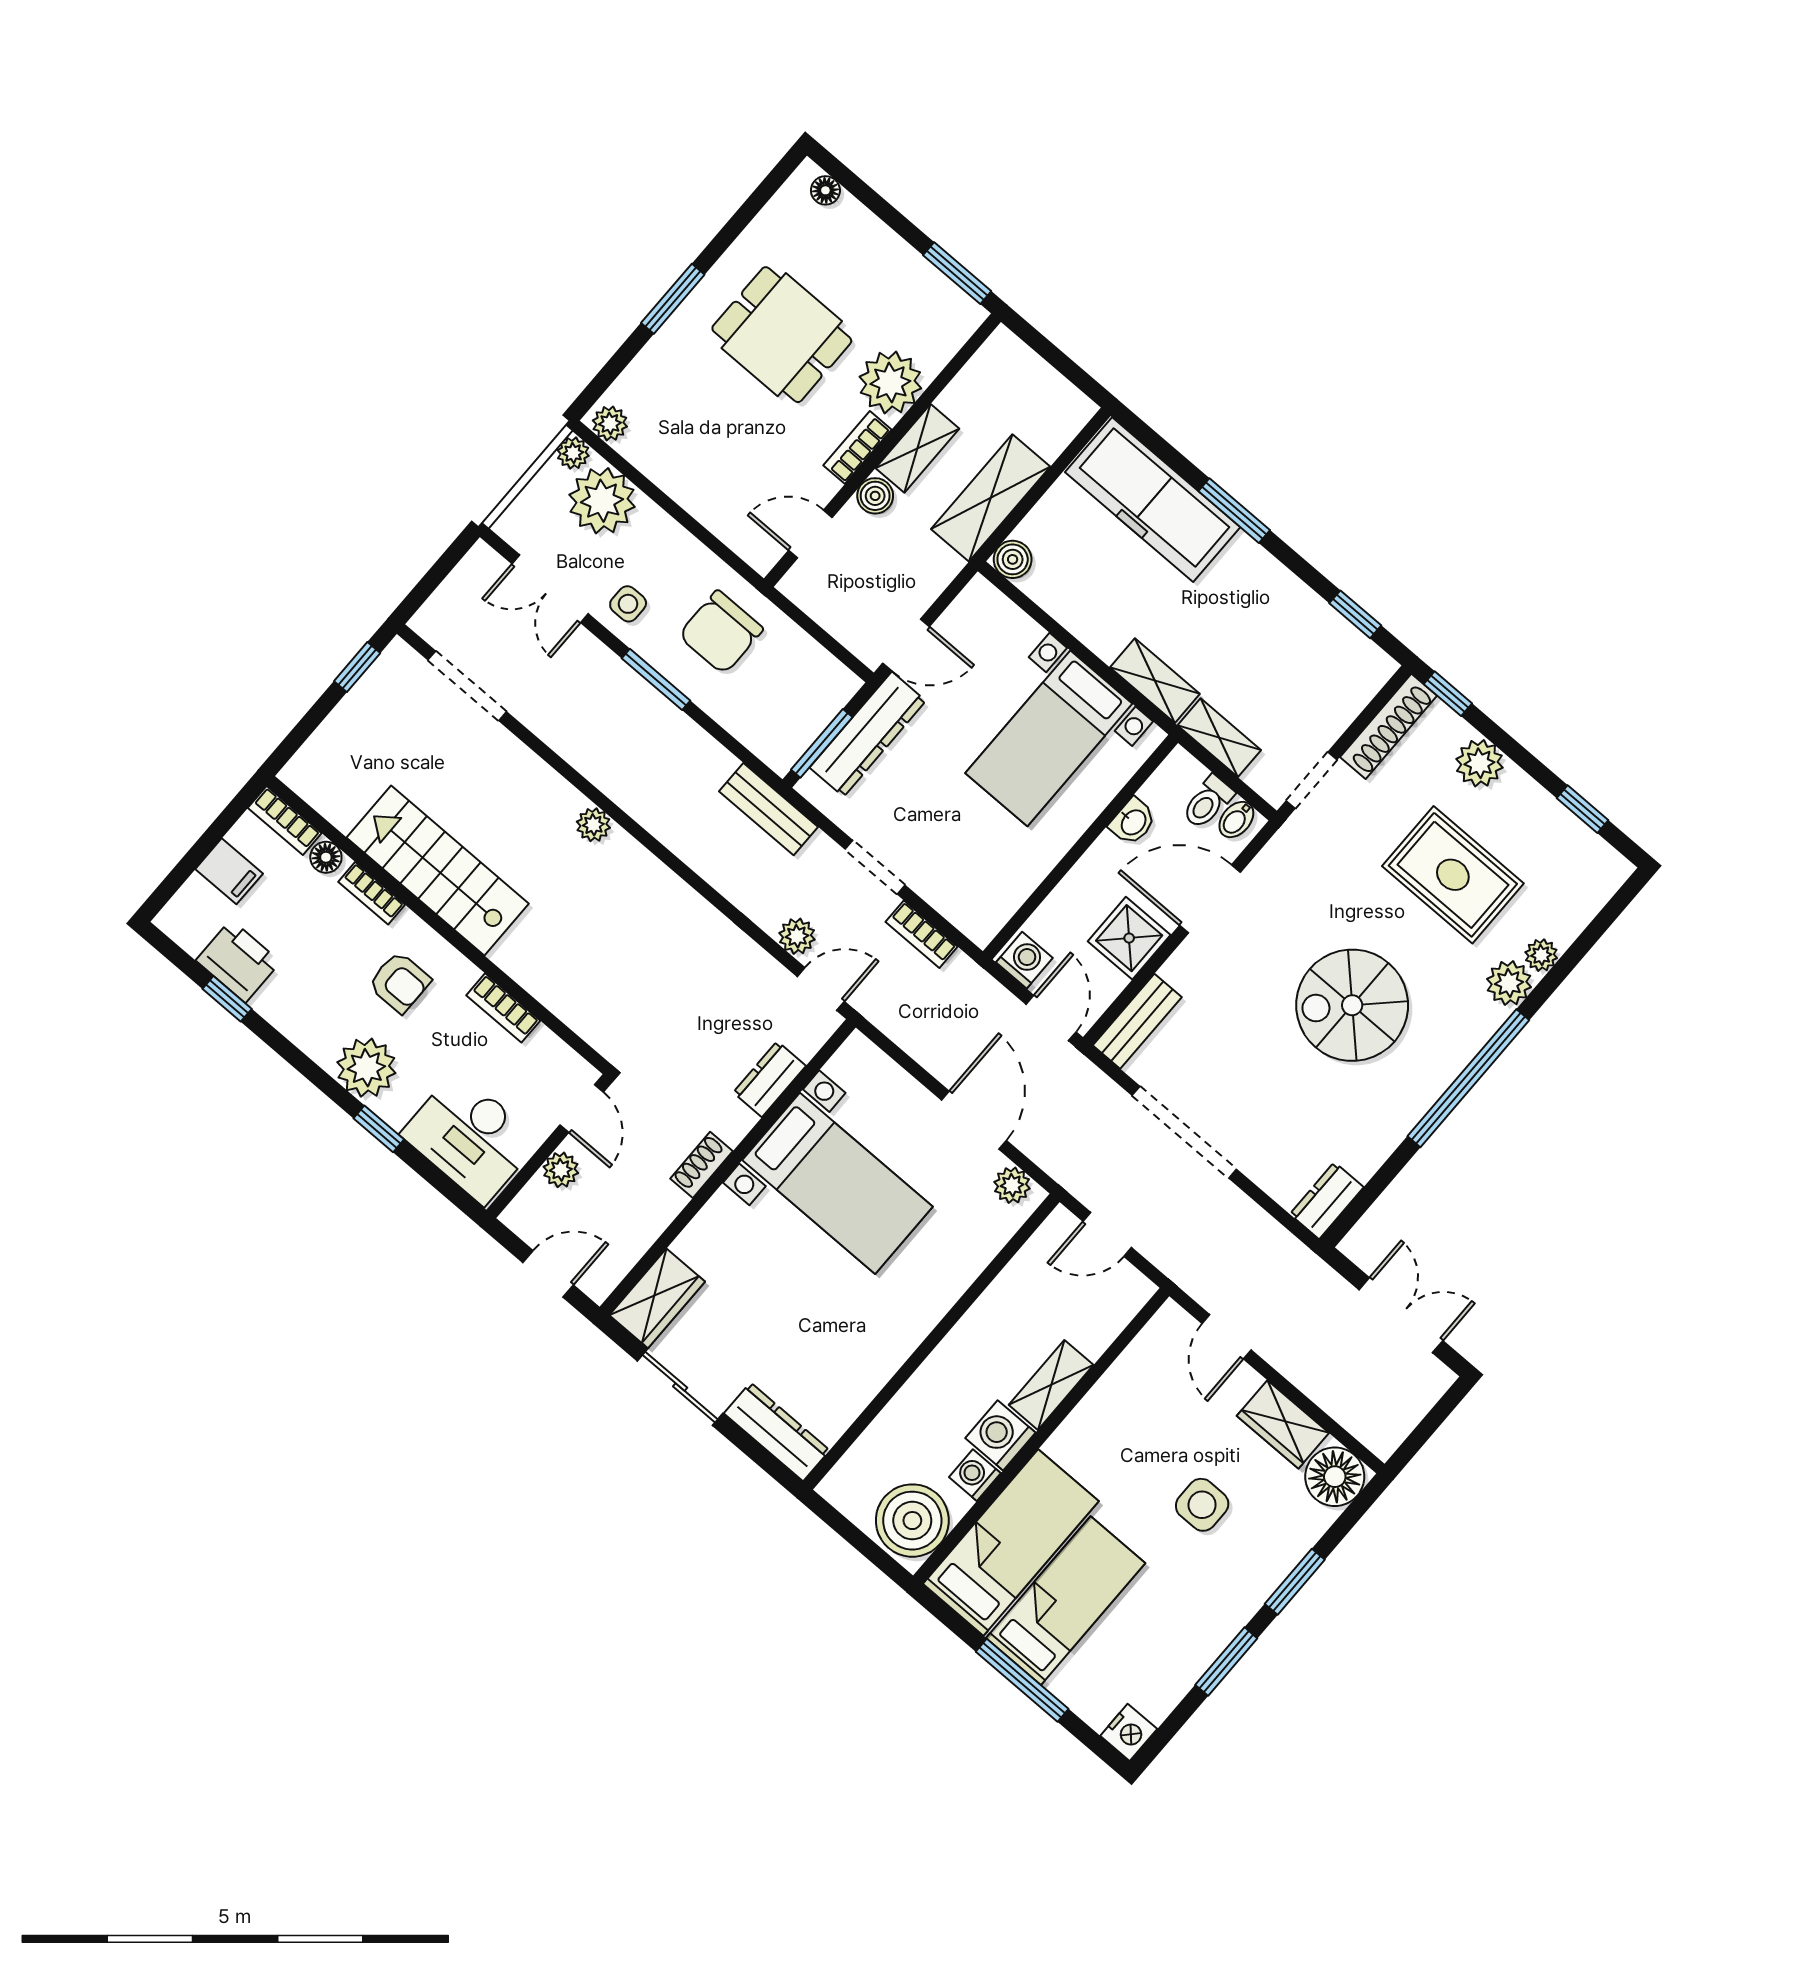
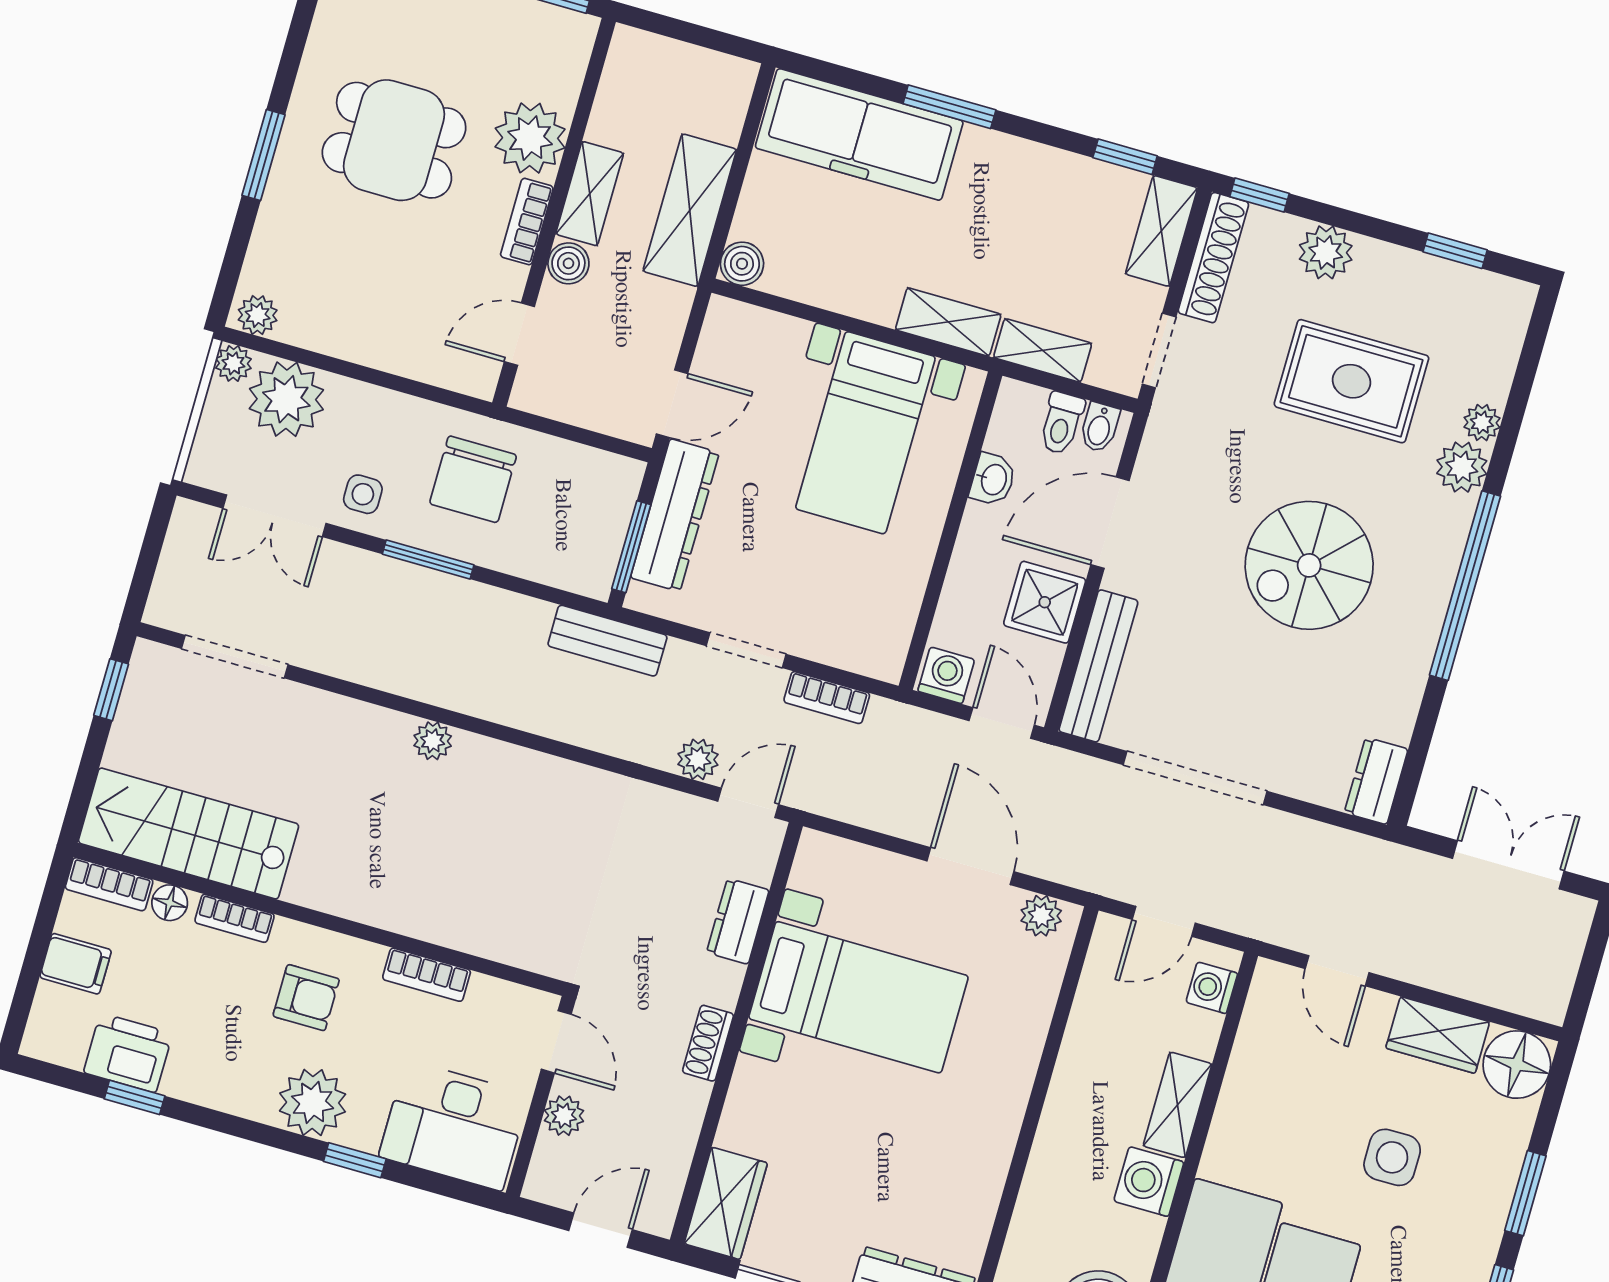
shelving: (1357, 686) -> (1161, 231), added
stairs: (438, 871) -> (189, 834), moved
bench: (1137, 1021) -> (1098, 666), width x1.36
washing machine: (975, 1475) -> (1212, 988), moved

